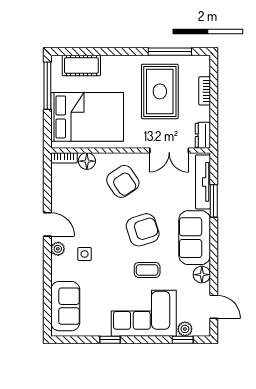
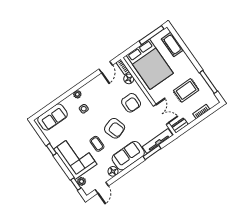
rug: (160, 91) -> (186, 90), width x0.73, depth x0.70
double door: (169, 150) -> (161, 114), swing flipped
armchair: (123, 181) -> (131, 103), turned -56
door: (47, 224) -> (106, 67), moved

